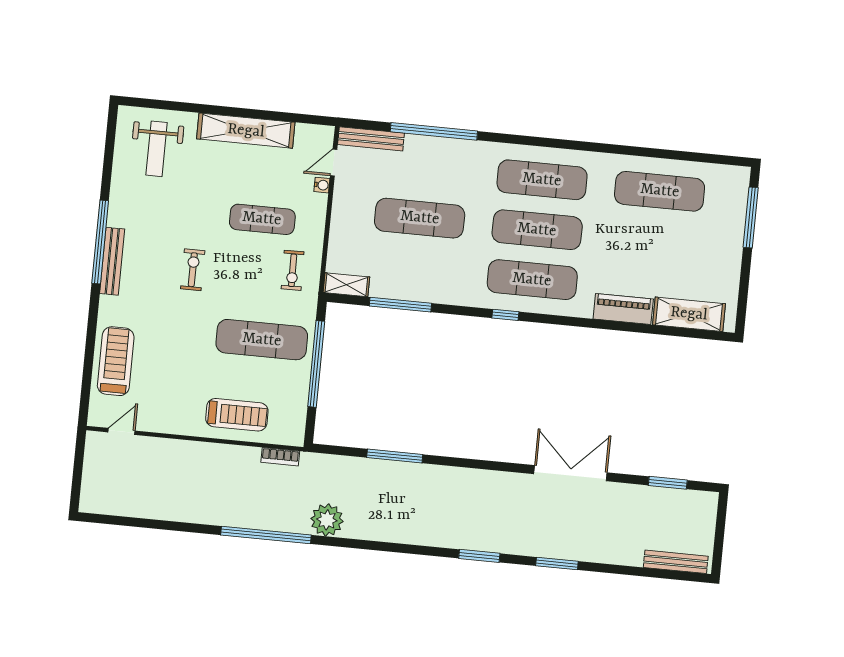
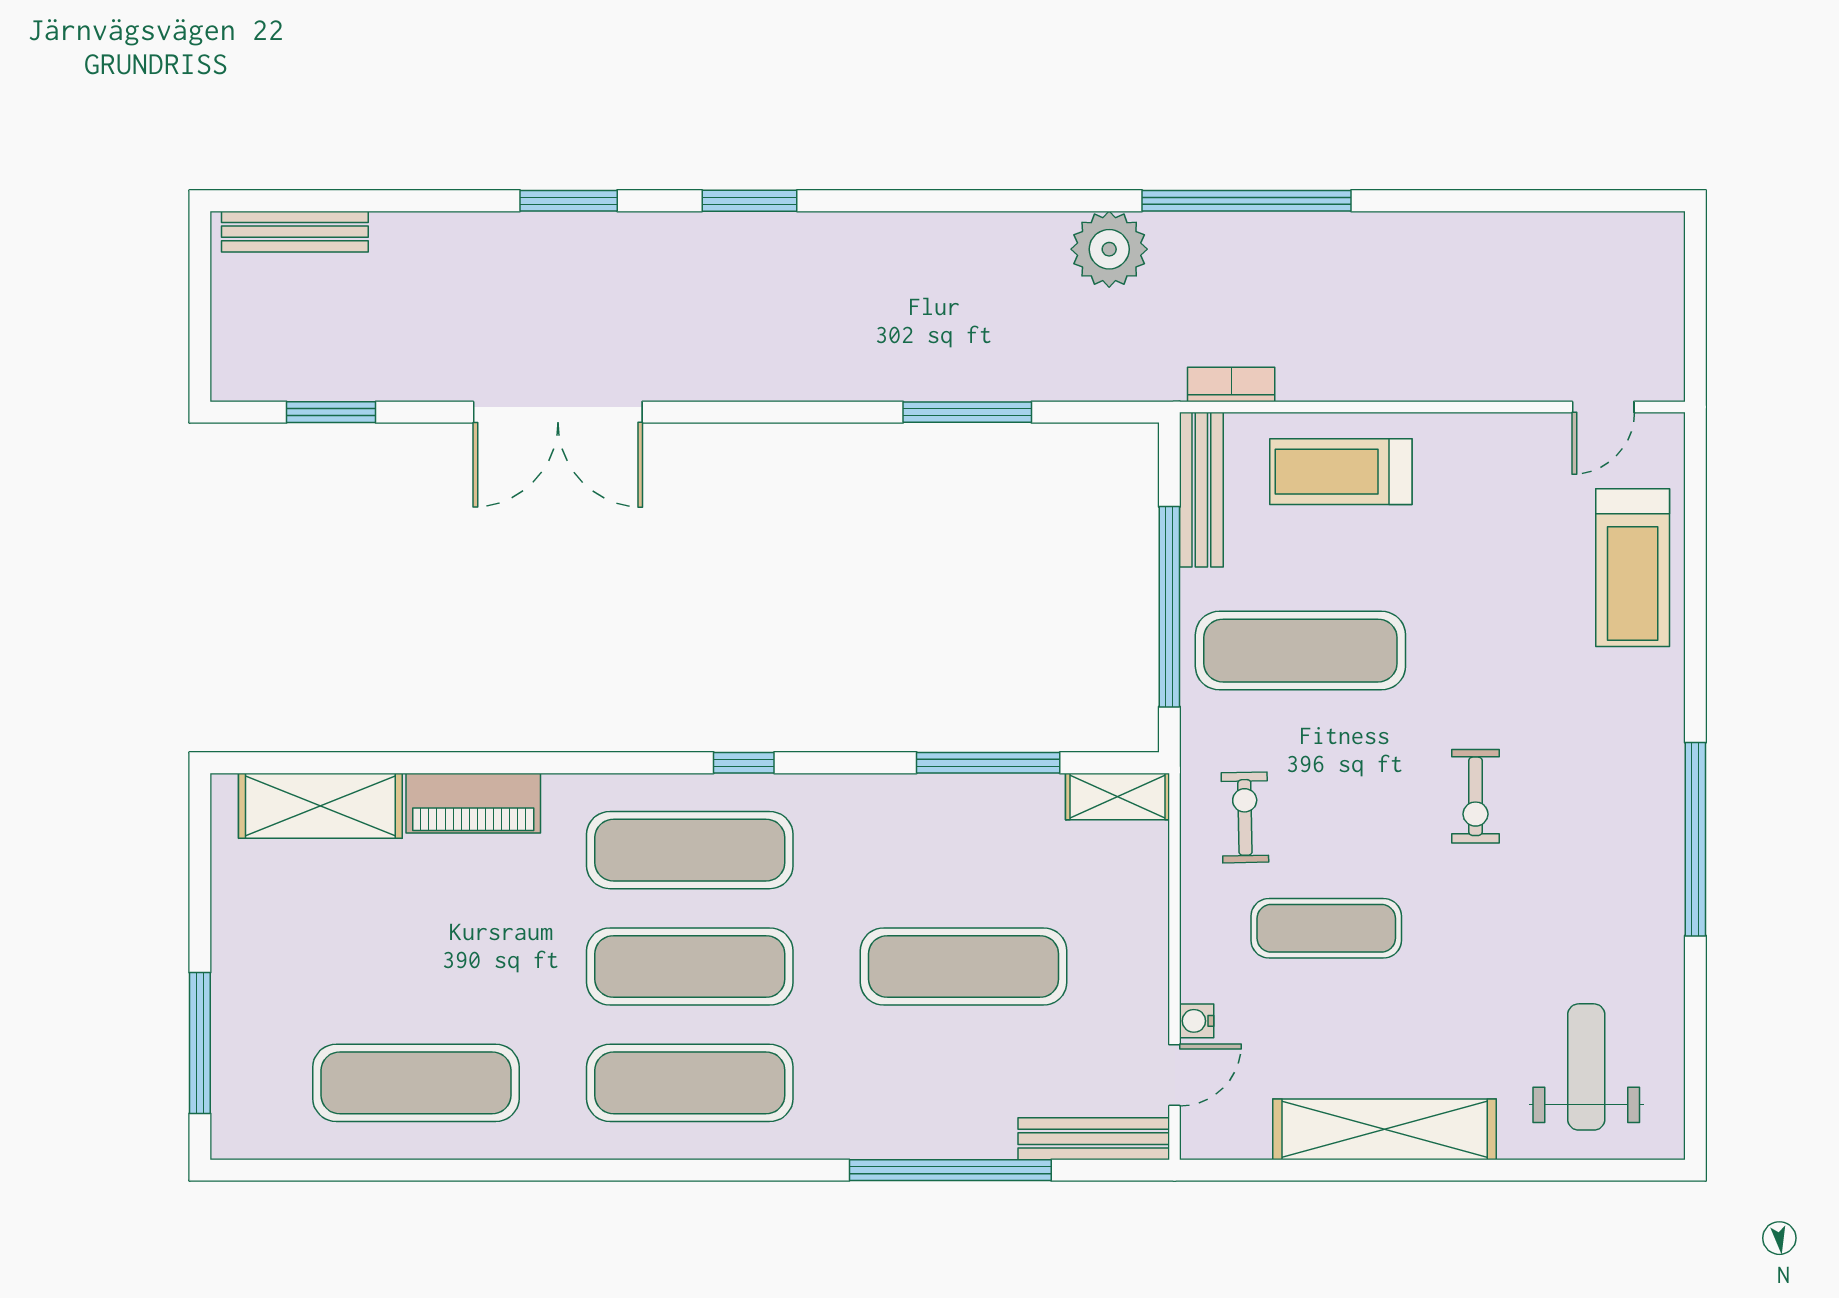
bench: (112, 261) -> (1201, 490), moved

